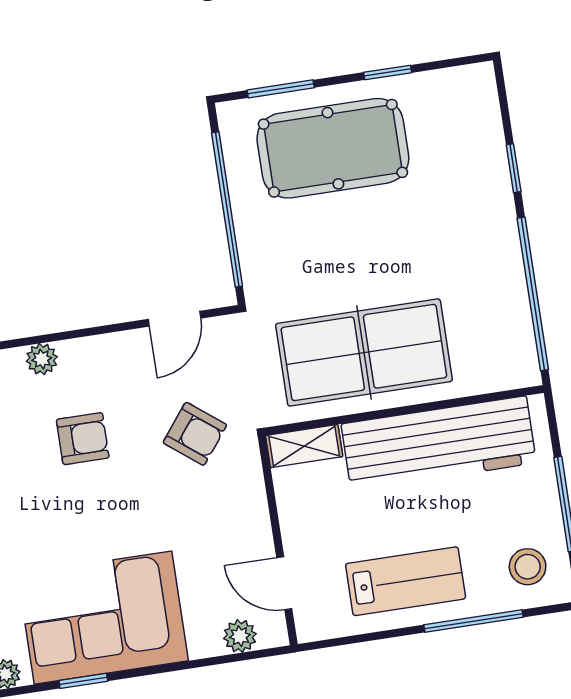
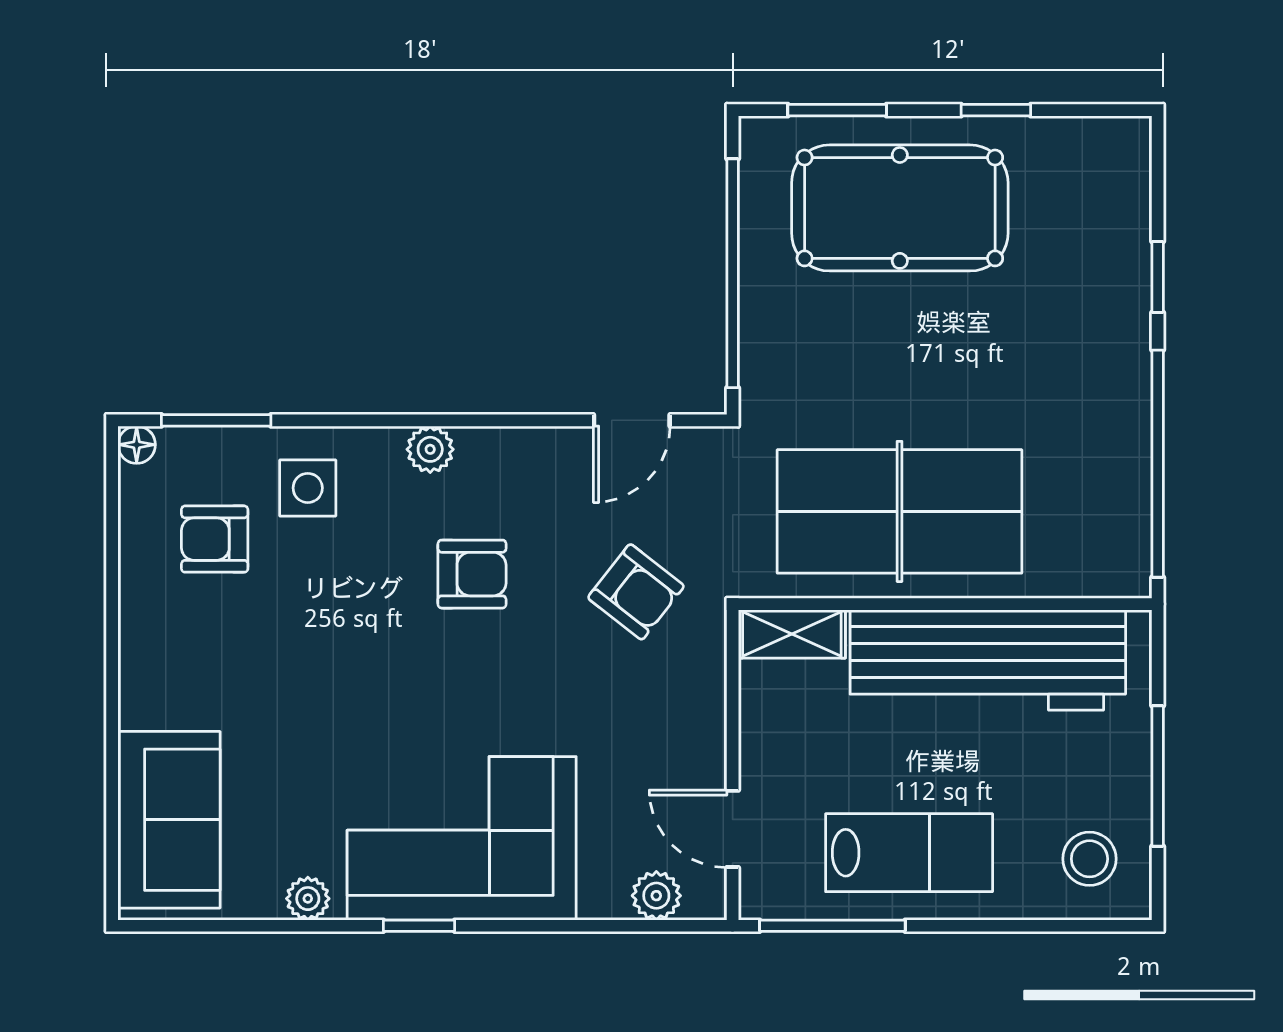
window: (473, 621) -> (832, 926), moved

